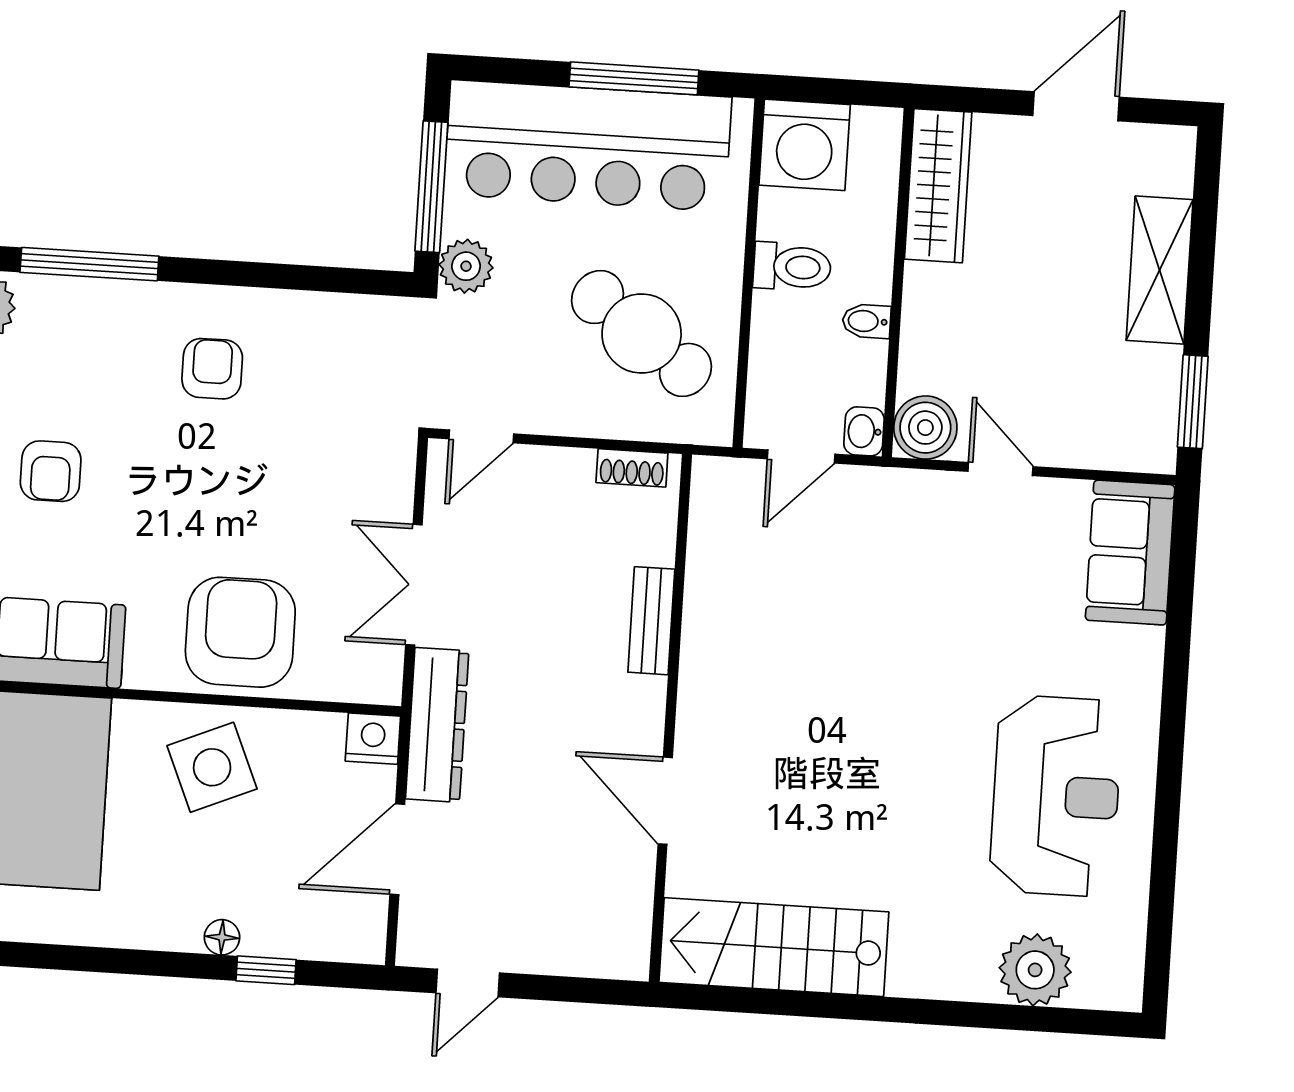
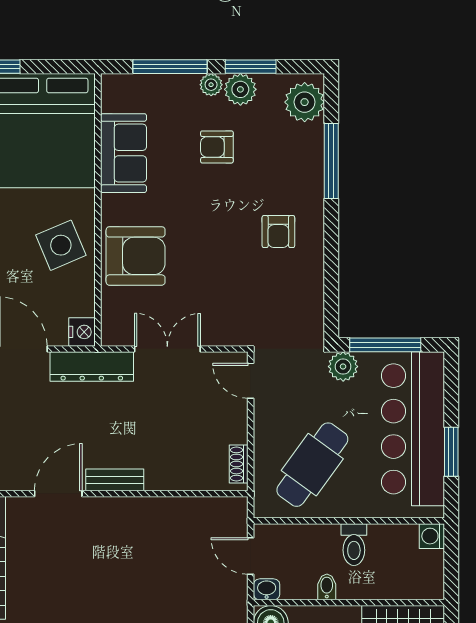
window: (634, 78) -> (451, 452), width x0.69
washing machine: (805, 145) -> (432, 536), width x0.53, depth x0.53
armchair: (212, 369) -> (278, 232), turned 90
bench: (651, 621) -> (115, 480), moved

